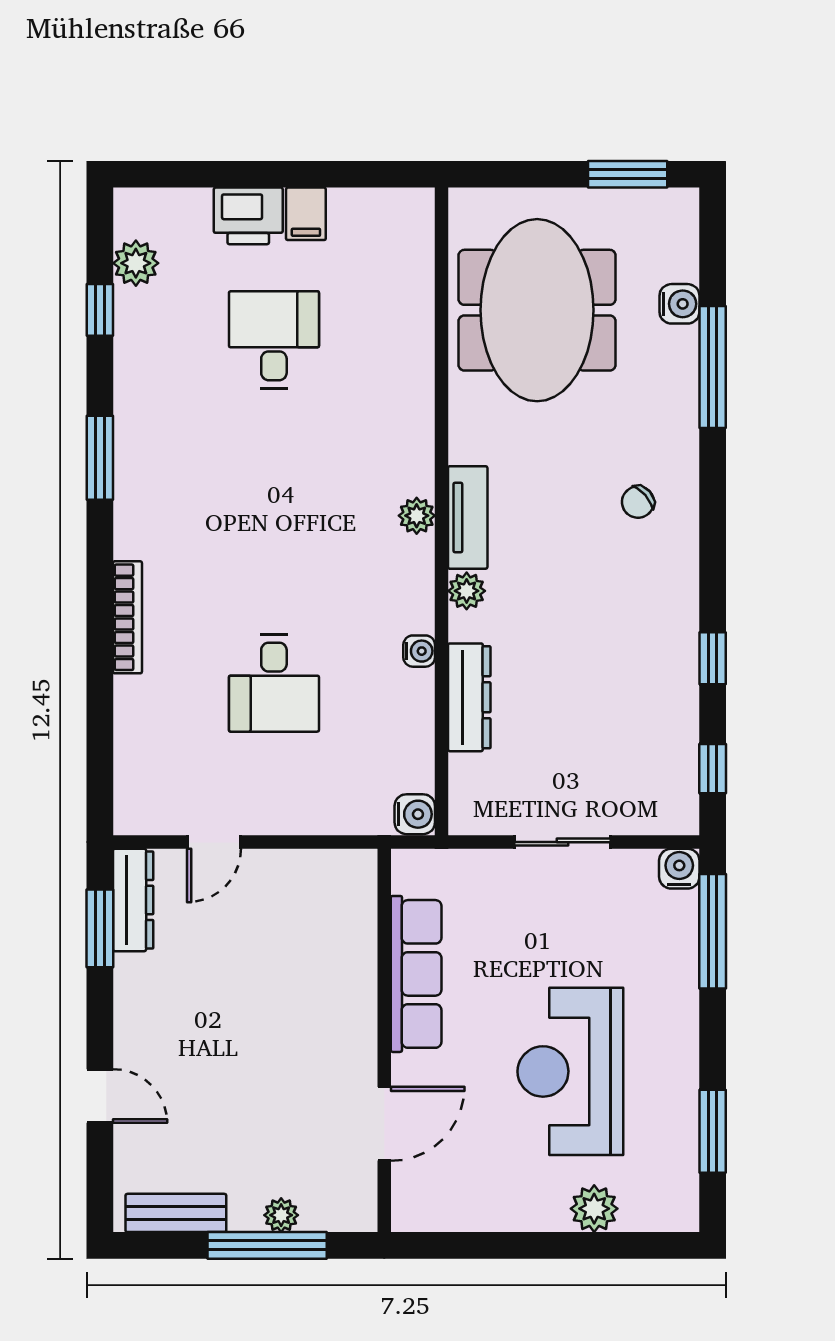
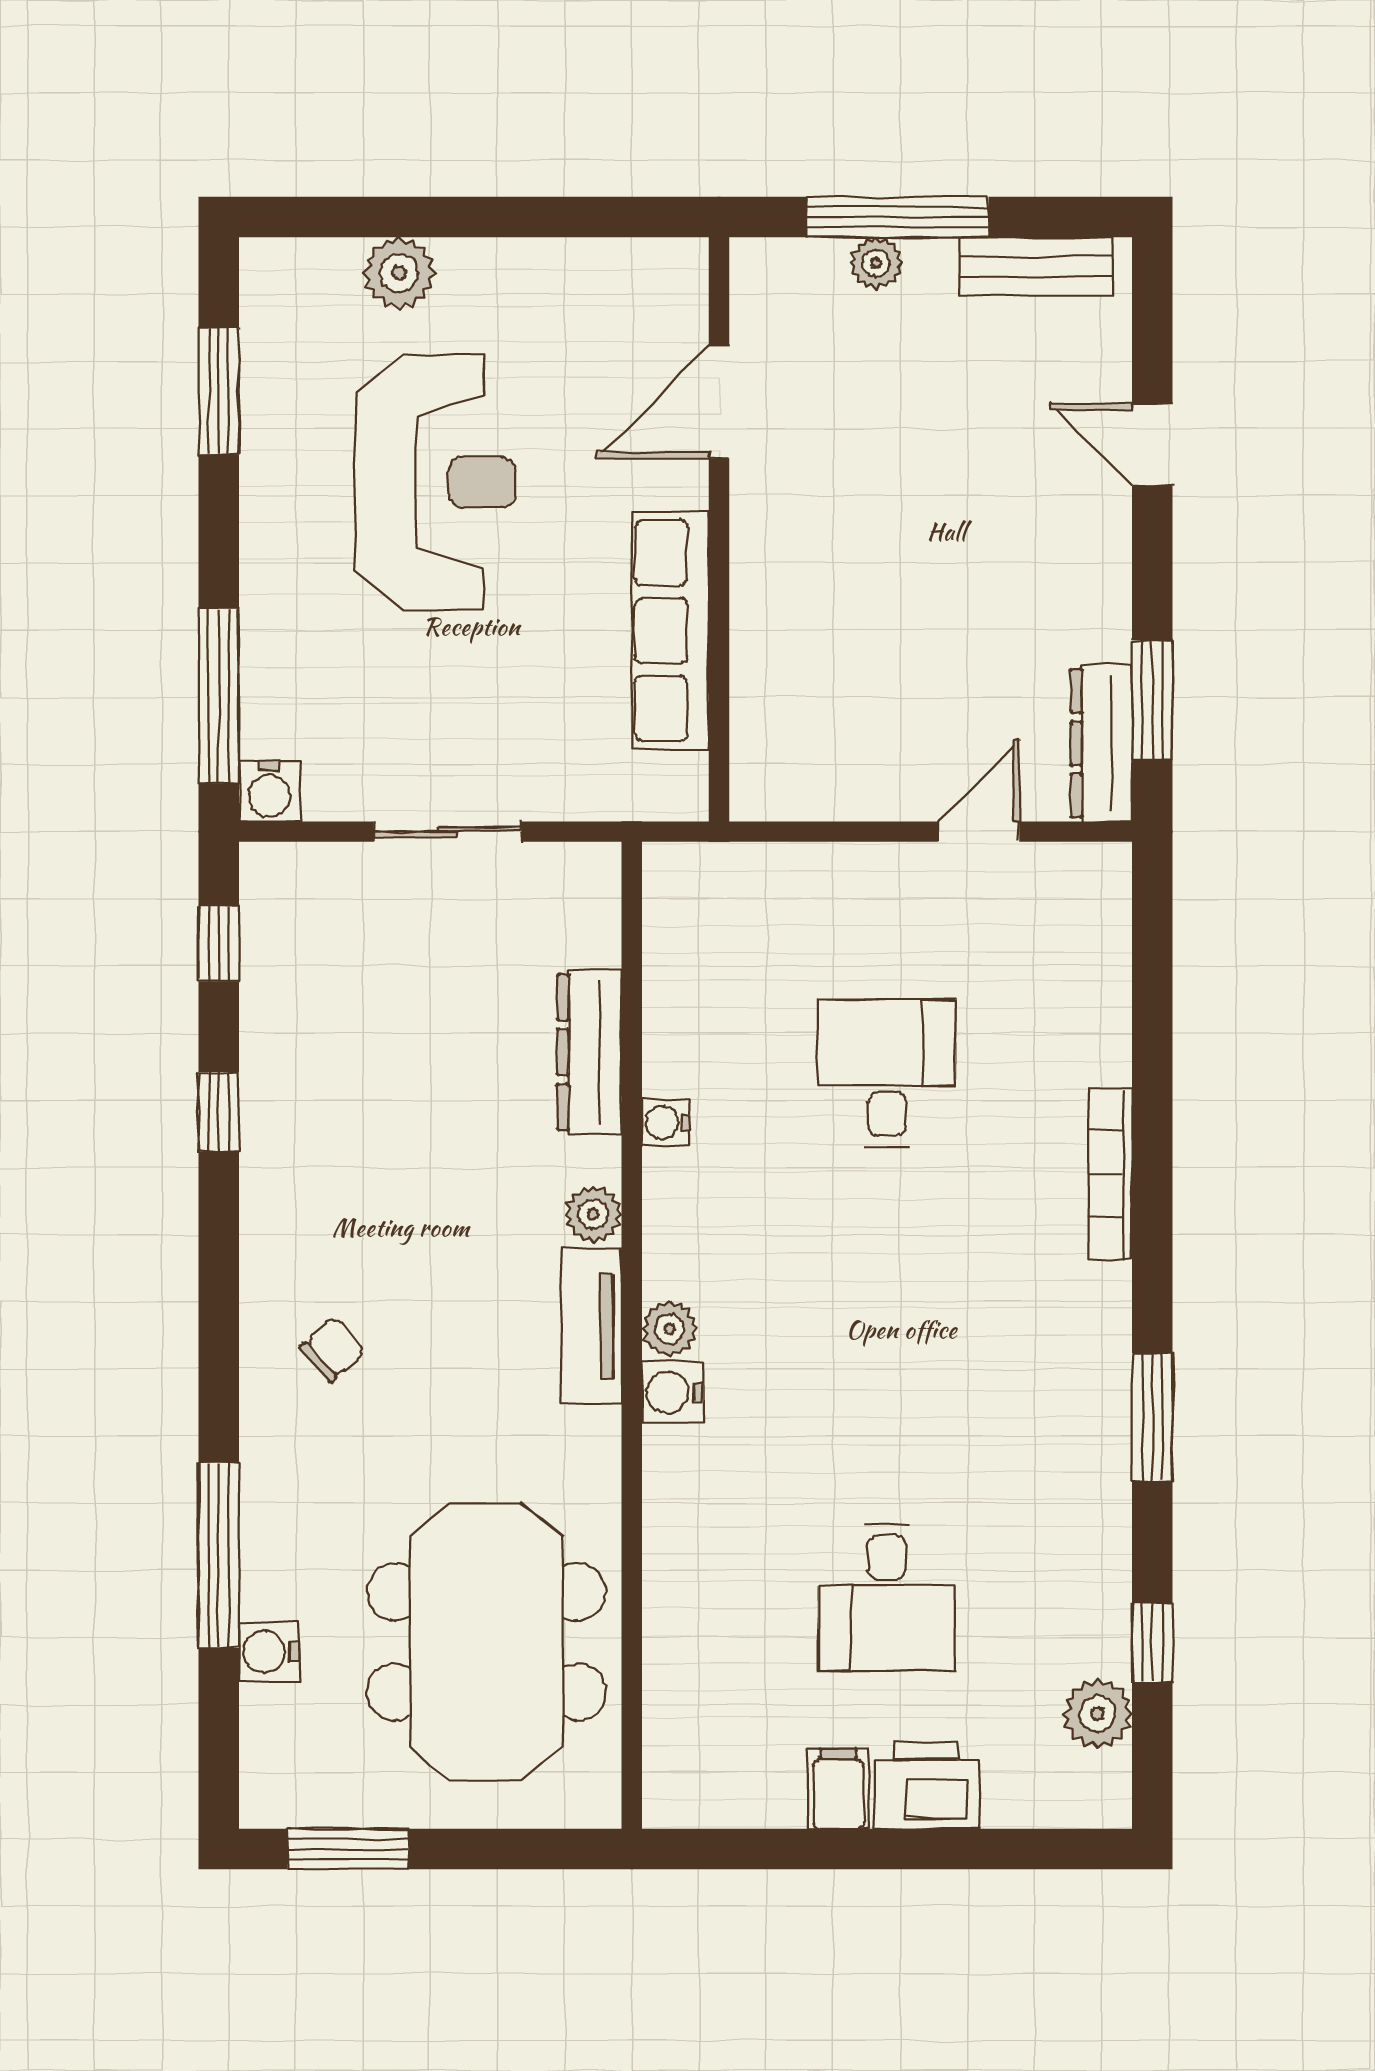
water cooler: (415, 814) -> (672, 1392), moved

